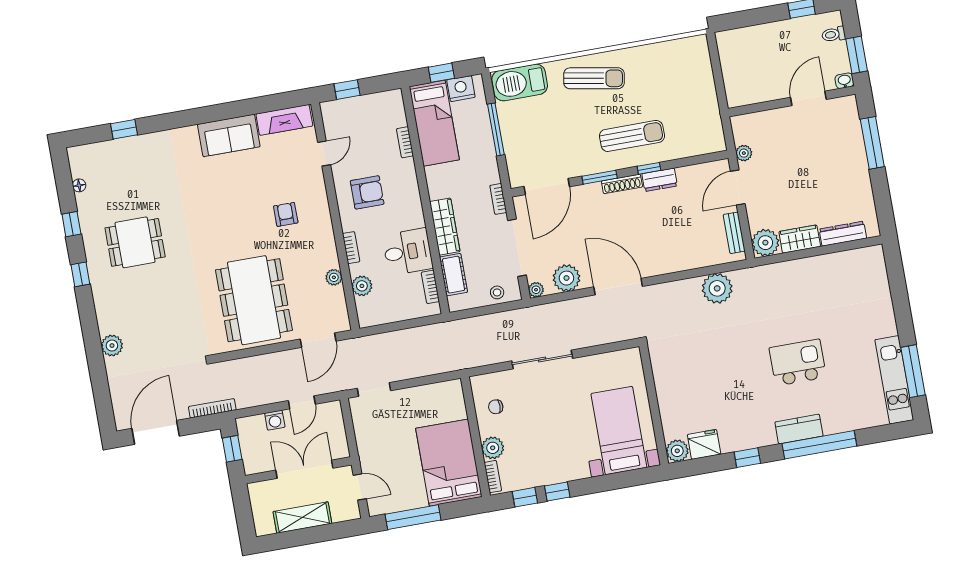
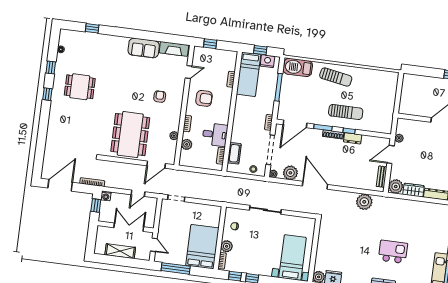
wardrobe: (445, 227) -> (238, 128), removed
plant: (112, 346) -> (52, 135), removed
washing machine: (275, 420) -> (106, 196), moved

